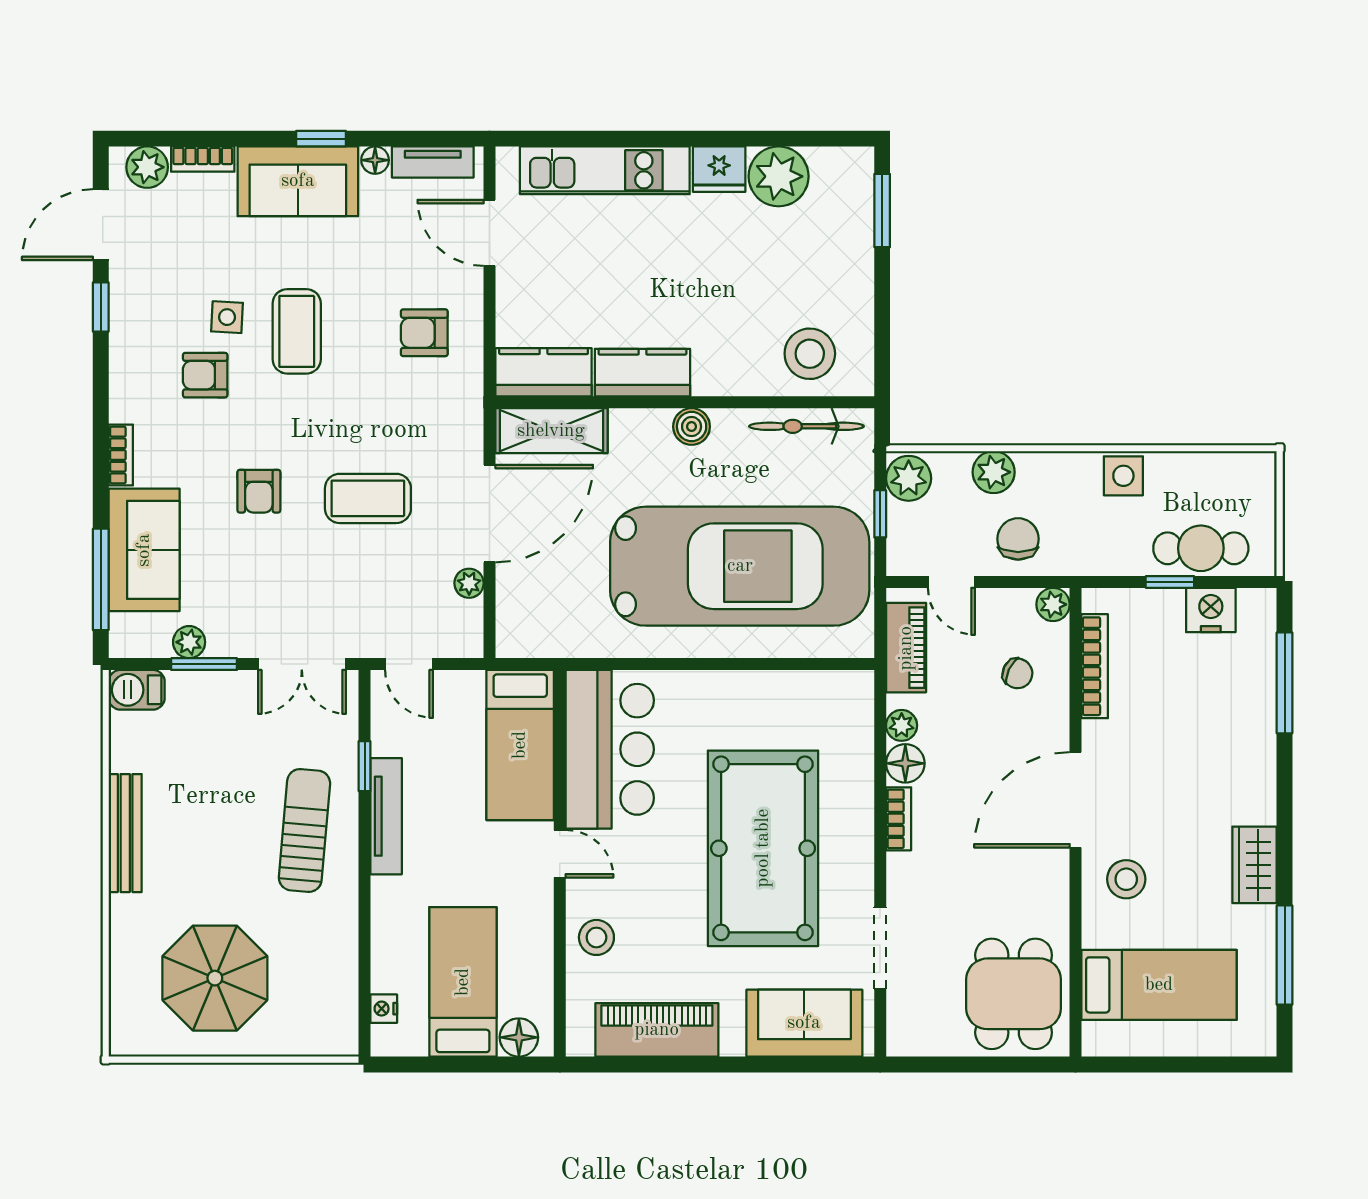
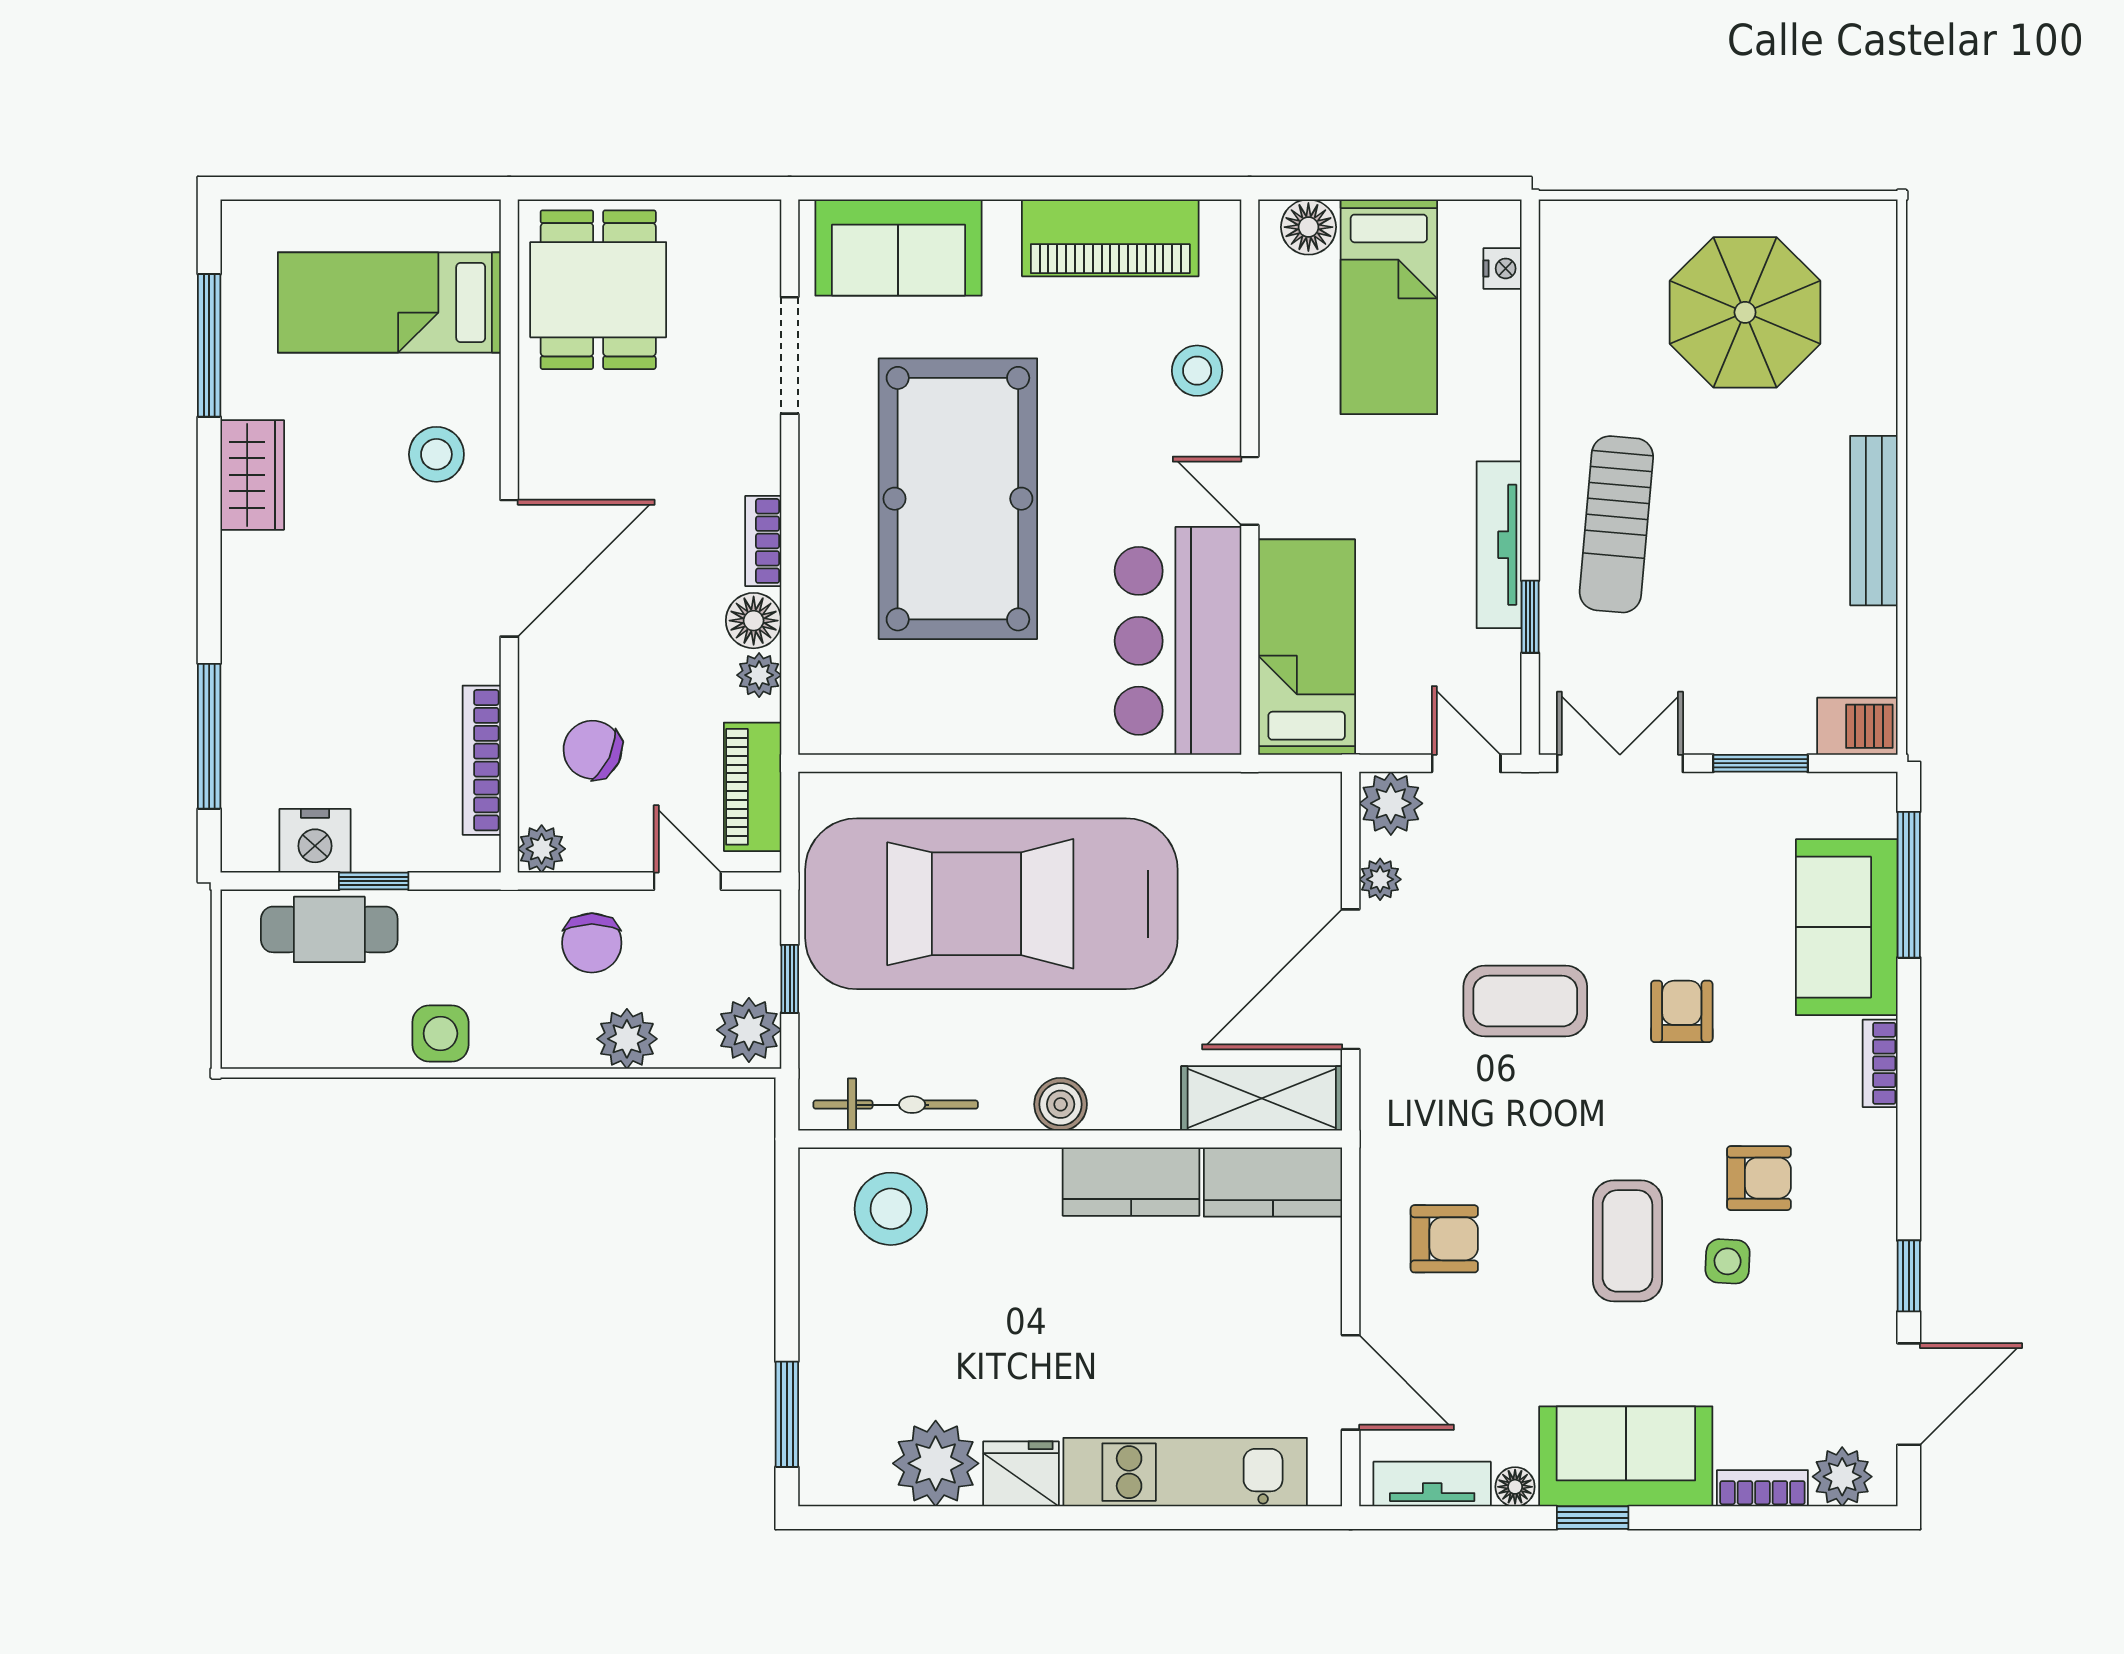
plant: (189, 642) -> (1391, 803), moved, width x1.38, depth x1.38
chair: (1017, 673) -> (593, 750), width x1.37, depth x1.37

